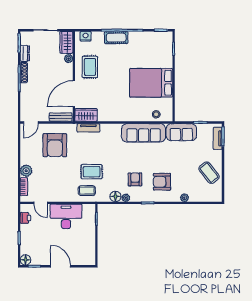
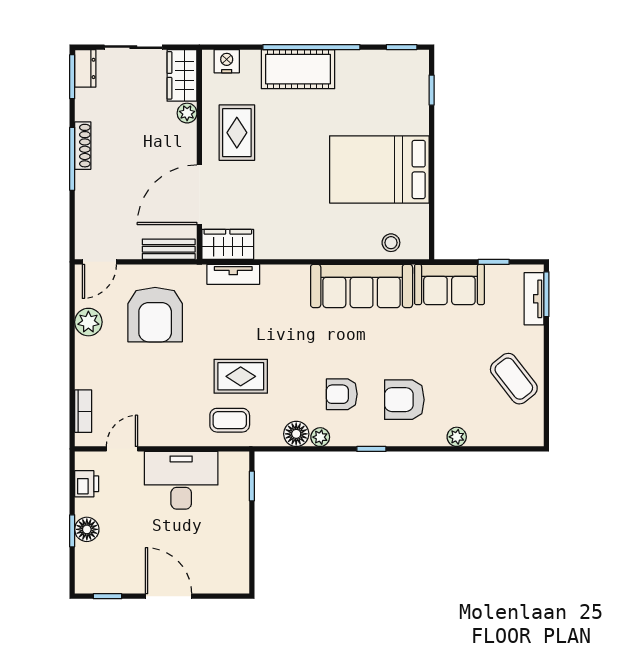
cot: (116, 38) -> (298, 69), width x1.37, depth x1.34
dresser: (25, 53) -> (85, 68), moved
plant: (26, 171) -> (88, 322), moved
armchair: (135, 179) -> (342, 394), turned -90
door: (41, 203) -> (122, 449), swing flipped
floor lamp: (25, 260) -> (87, 529), moved

